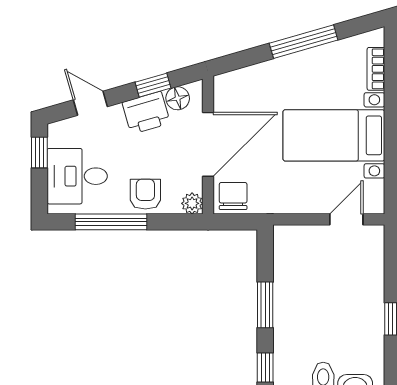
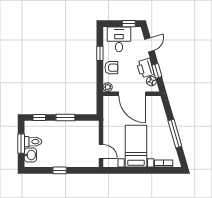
chair: (233, 196) -> (111, 104), removed
window: (111, 222) -> (100, 53), width x0.46

